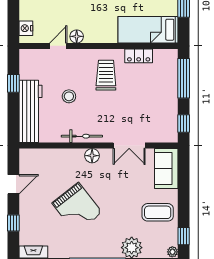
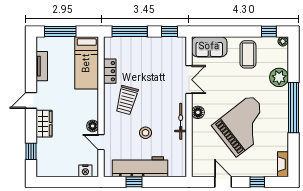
trolley: (106, 75) -> (127, 100), turned -75
workbench: (31, 111) -> (140, 167), moved
grand piano: (77, 208) -> (244, 126), width x1.37, depth x1.48

